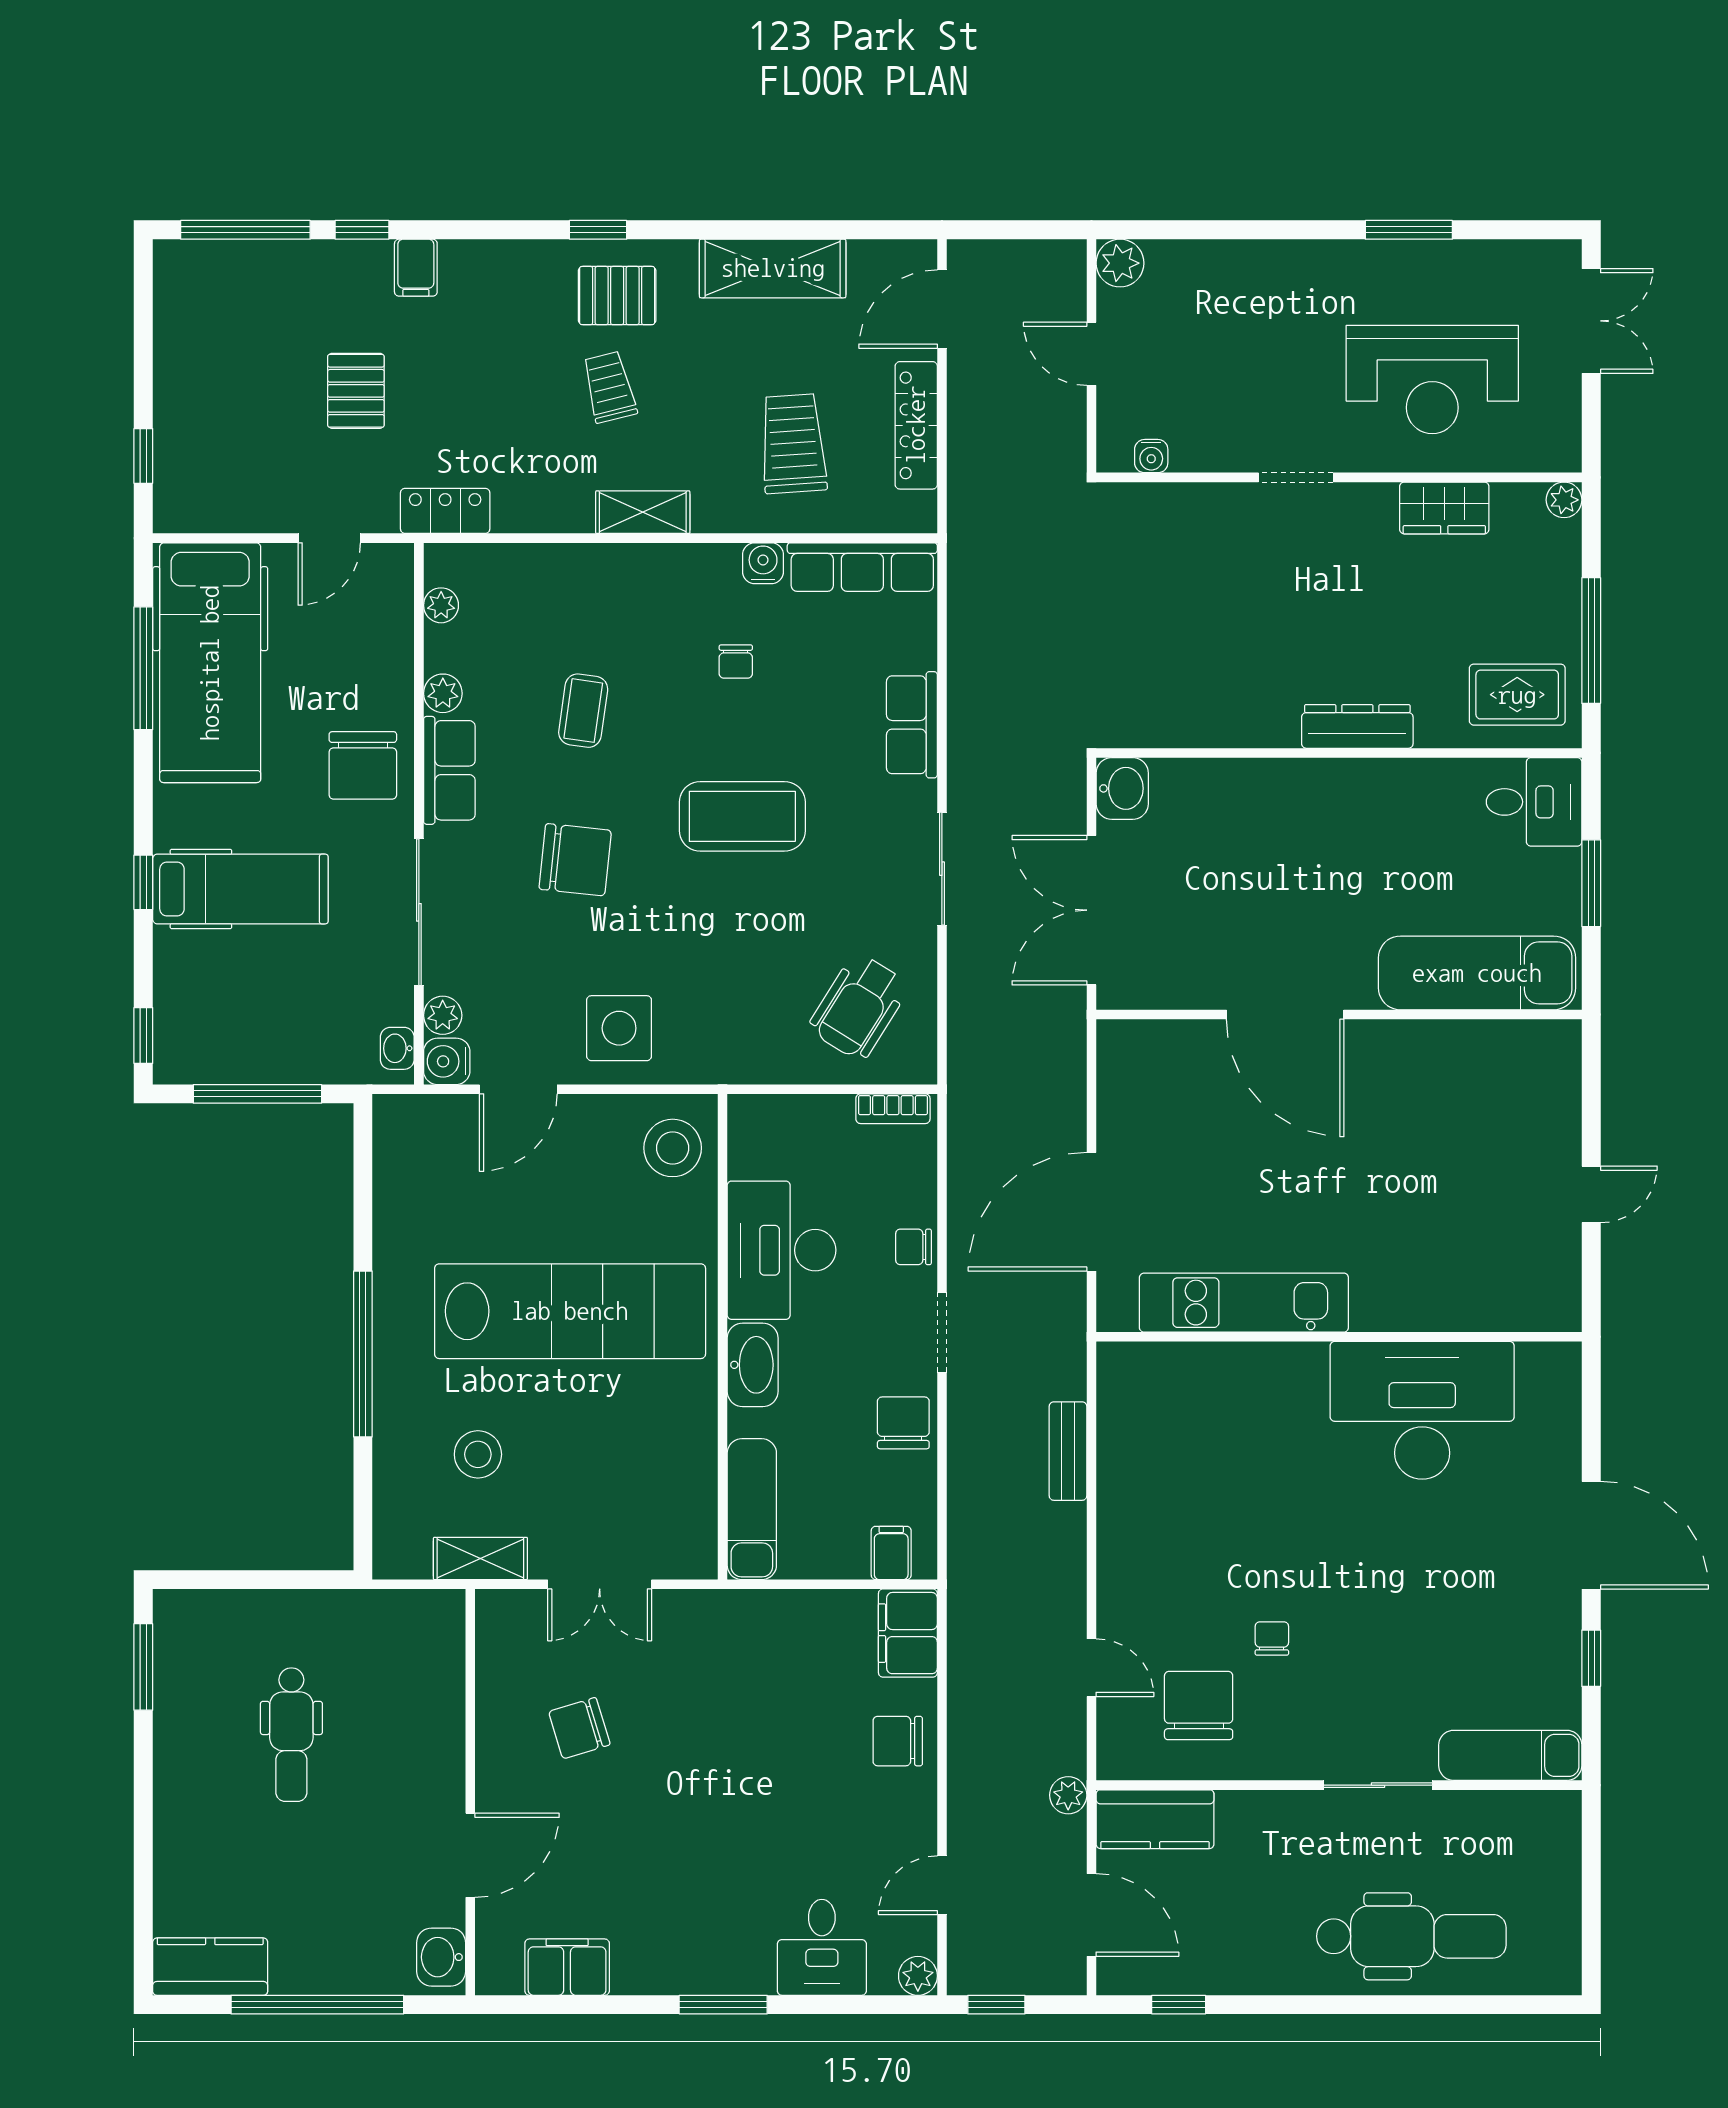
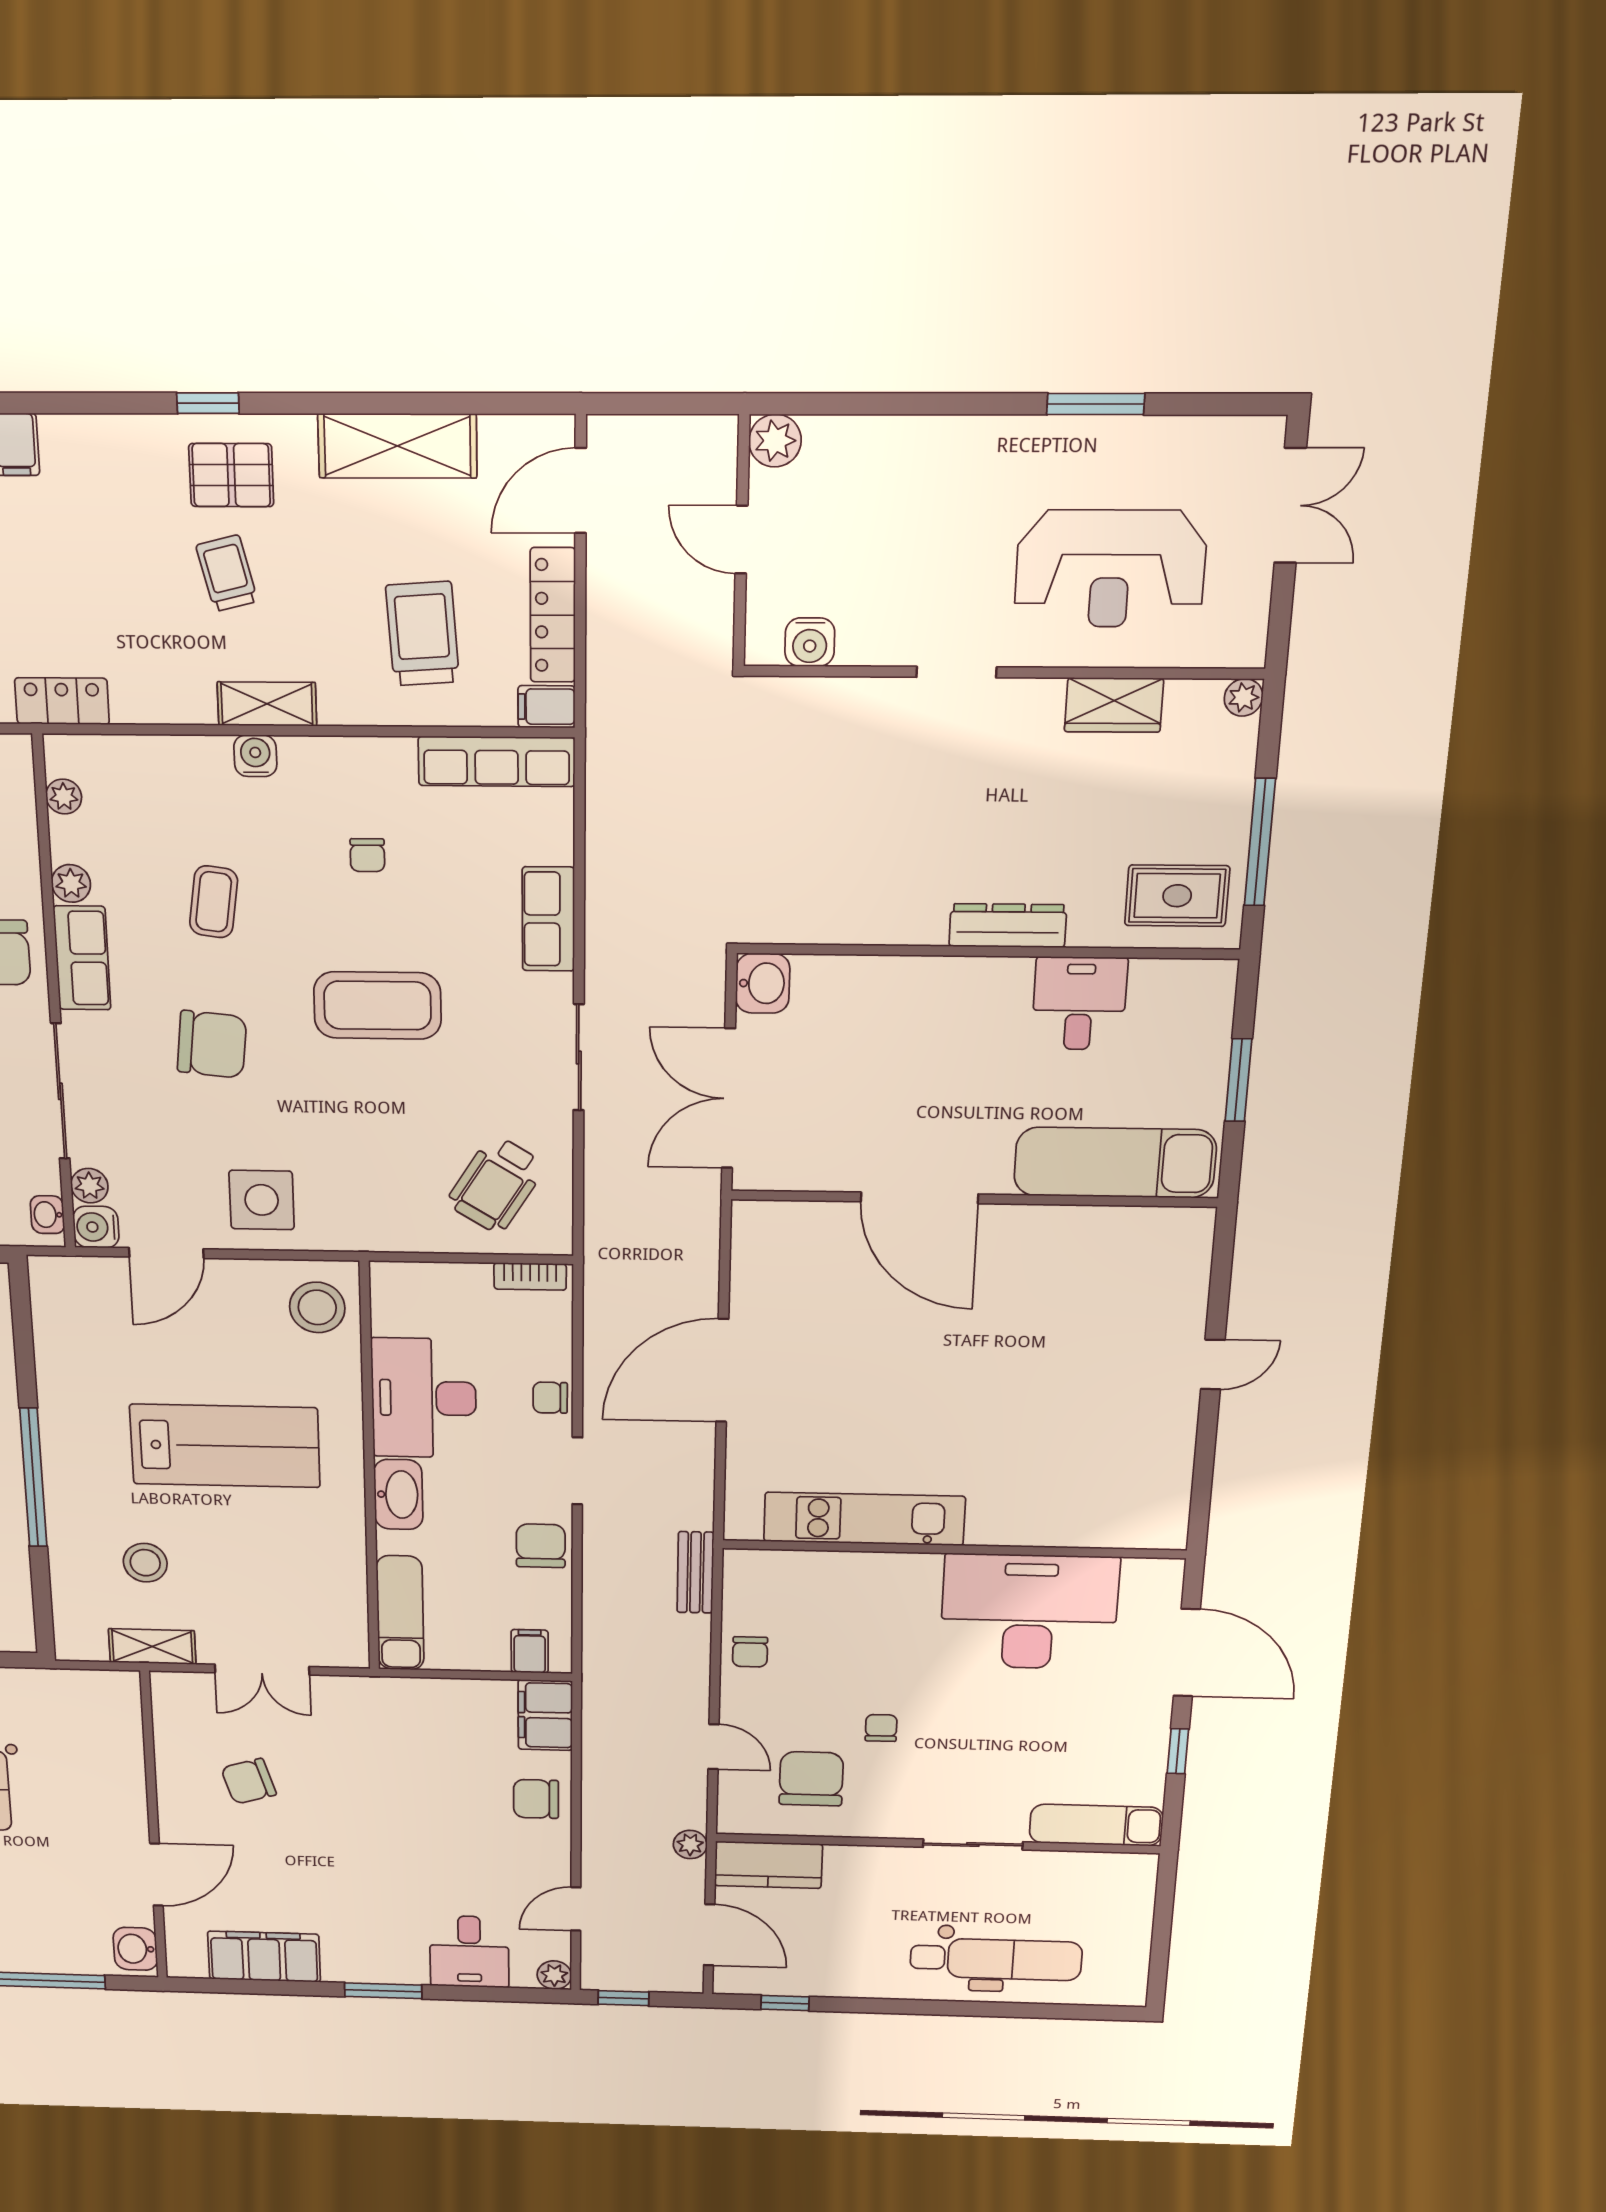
water cooler: (1151, 456) -> (810, 642), width x1.38, depth x1.38
filing cabinet: (910, 513) -> (546, 707), added
water cooler: (763, 563) -> (255, 756), moved
desk: (1534, 802) -> (1079, 1003), moved, turned -90
kitchen unit: (1244, 1303) -> (864, 1519), moved
lab bench: (570, 1311) -> (225, 1446), width x0.73
wall: (1339, 1337) -> (954, 1549), moved
desk: (1422, 1410) -> (1029, 1612), moved
chair: (1128, 1547) -> (750, 1652), added
filing cabinet: (567, 1967) -> (264, 1957), width x1.50, depth x1.17

